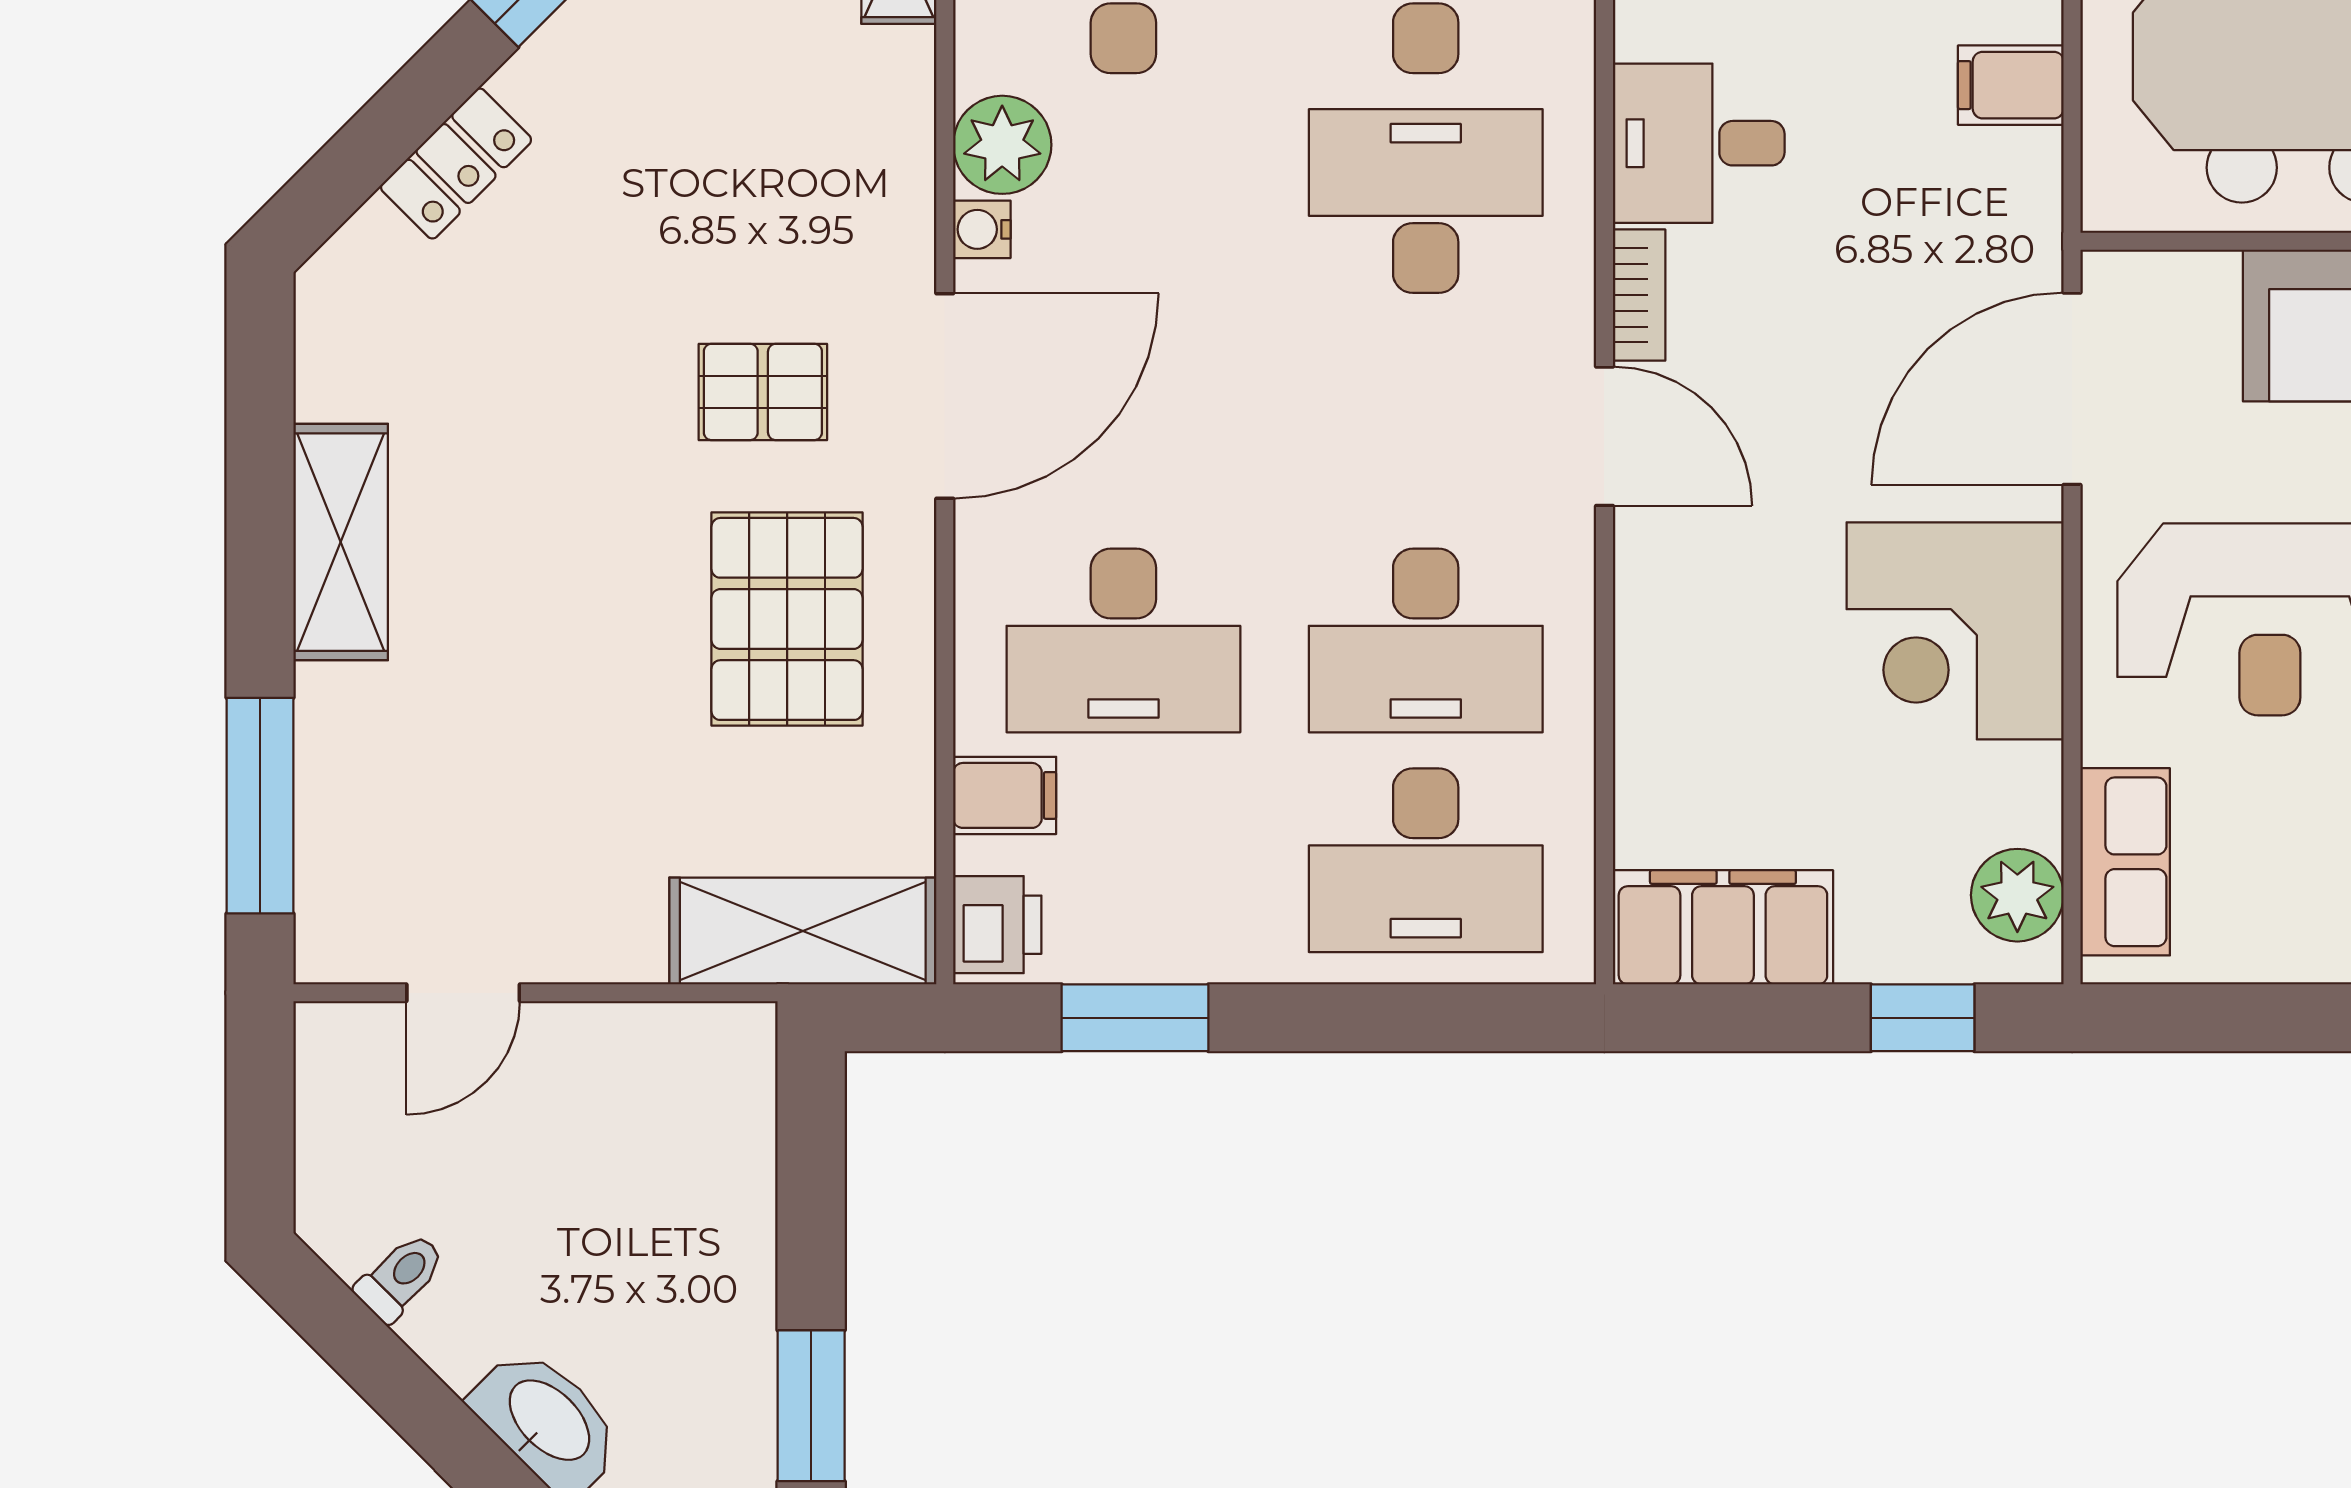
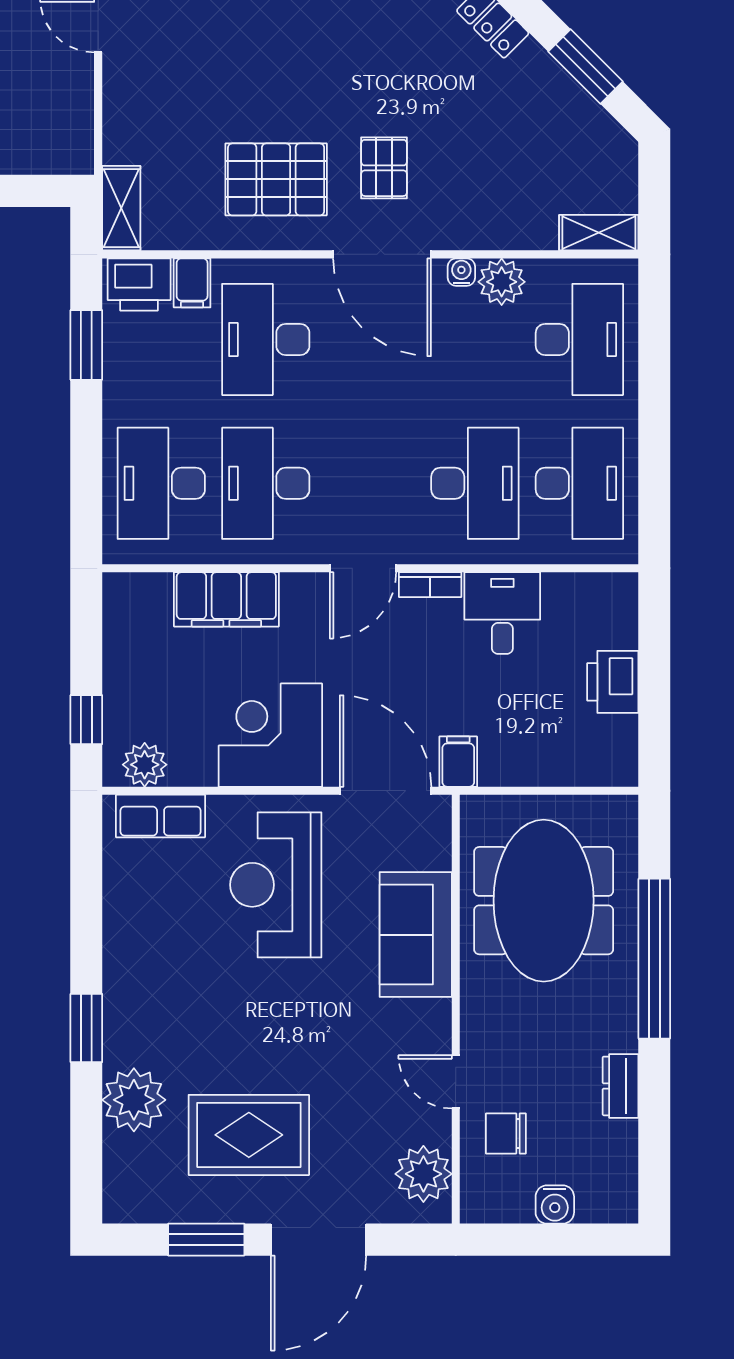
filing cabinet: (2011, 85) -> (458, 762), moved
printer: (997, 925) -> (139, 284), width x1.36, depth x1.24
filing cabinet: (1723, 927) -> (226, 599), moved, turned 90
shelving: (803, 931) -> (121, 208), width x0.67, depth x0.75

